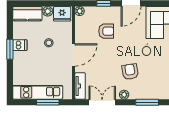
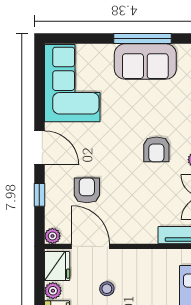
door: (74, 55) -> (91, 246), moved
armchair: (130, 72) -> (156, 149), turned -81

